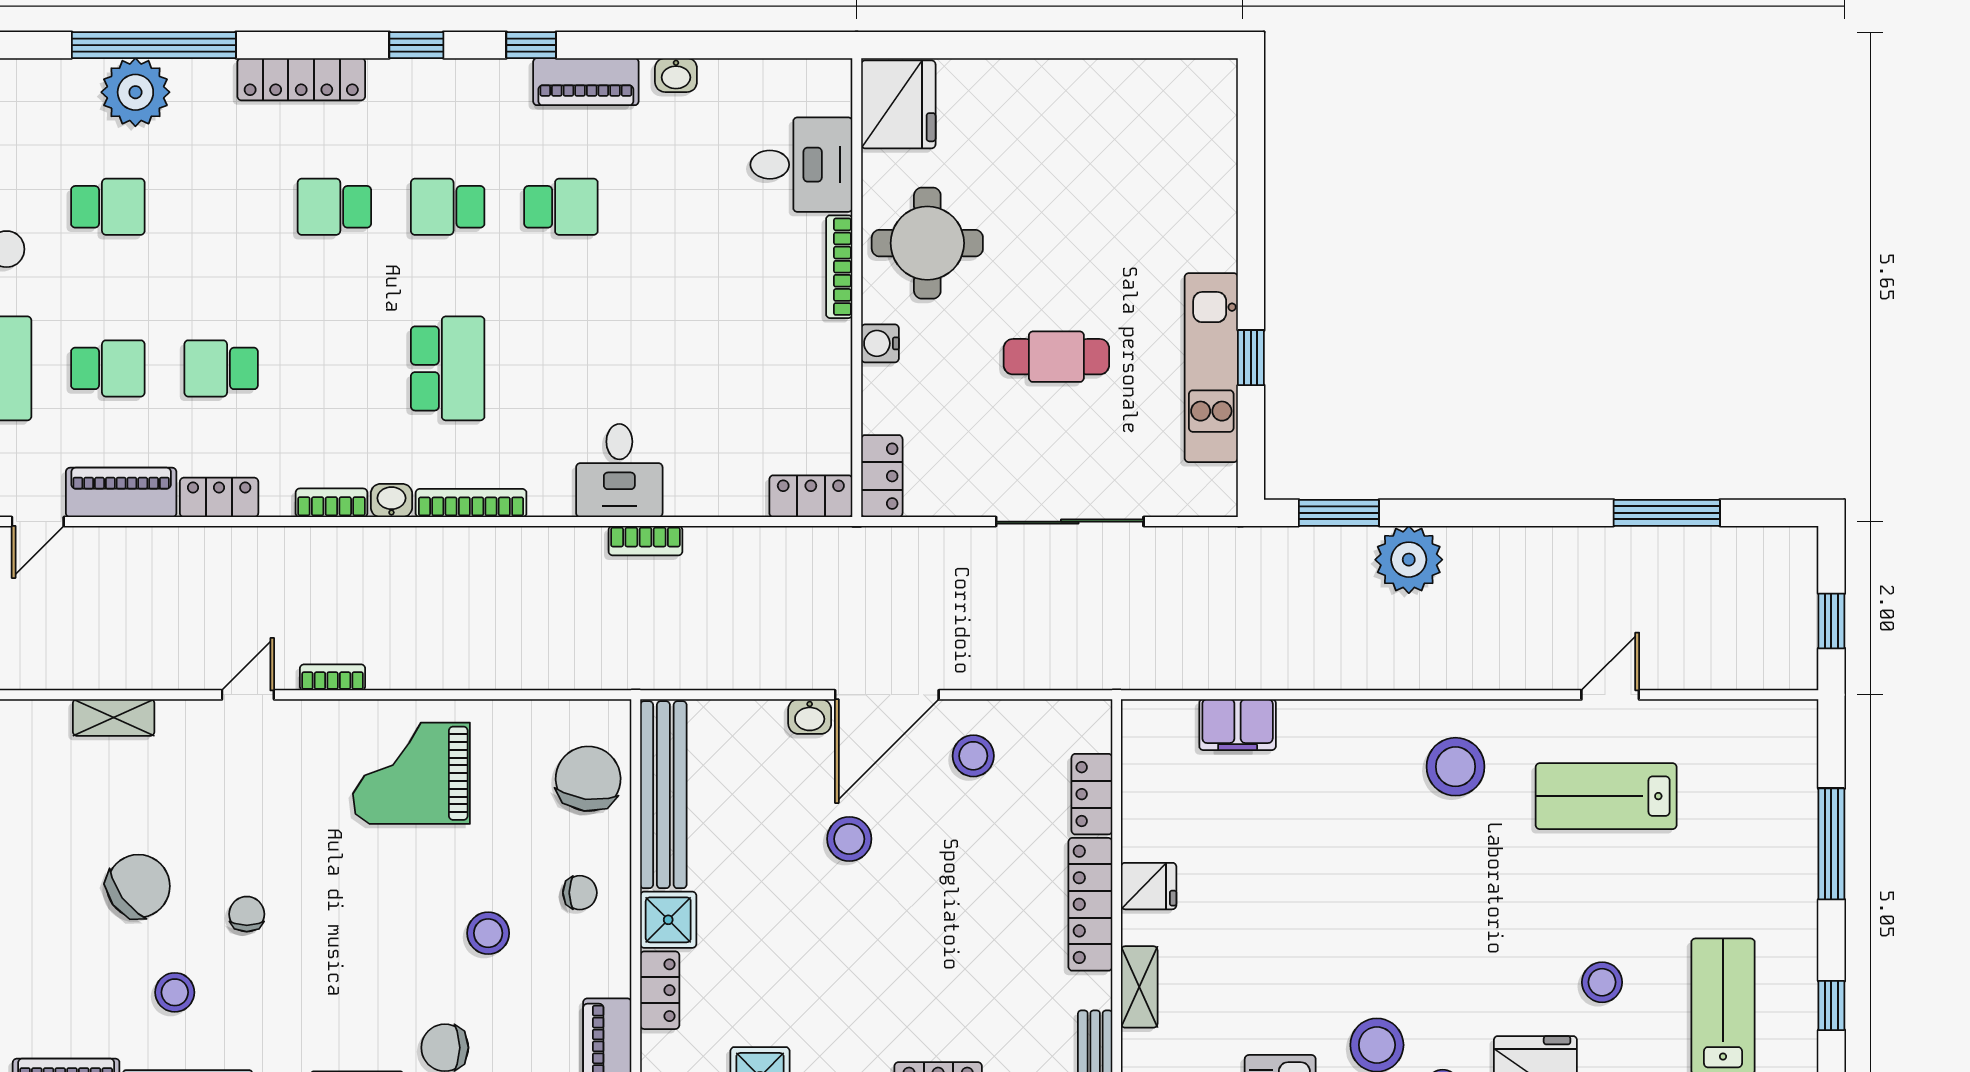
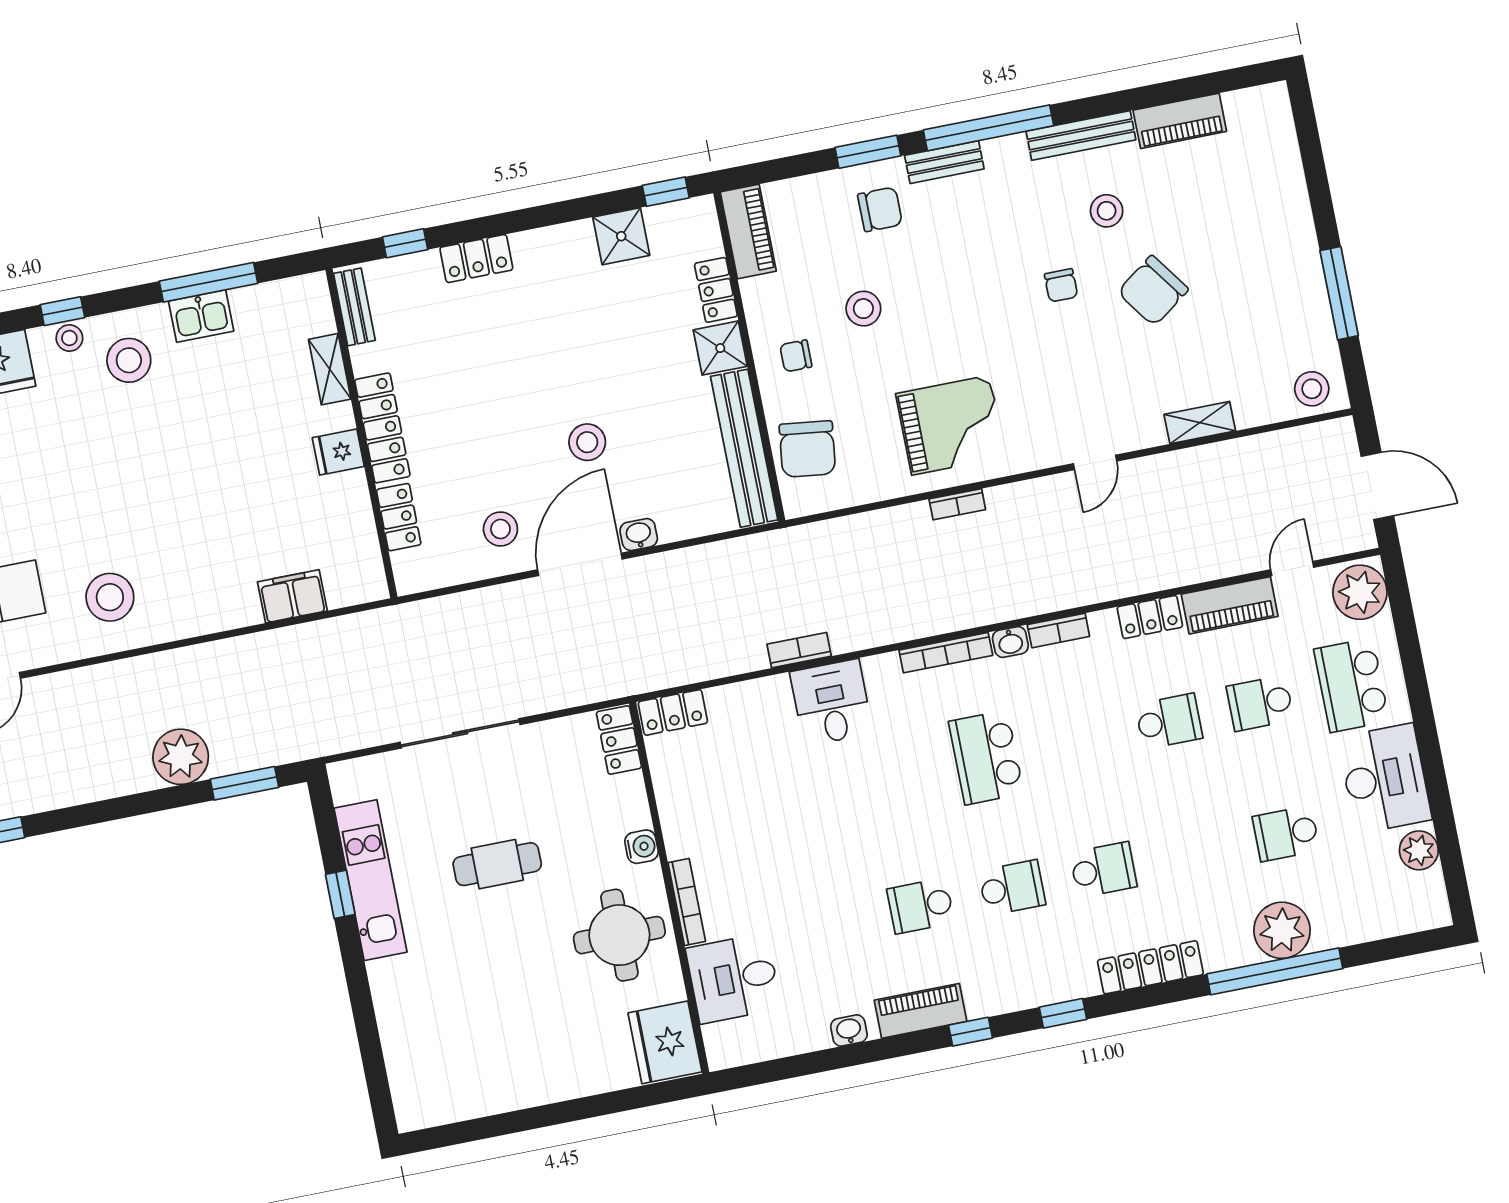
bookcase: (333, 677) -> (957, 504), moved

